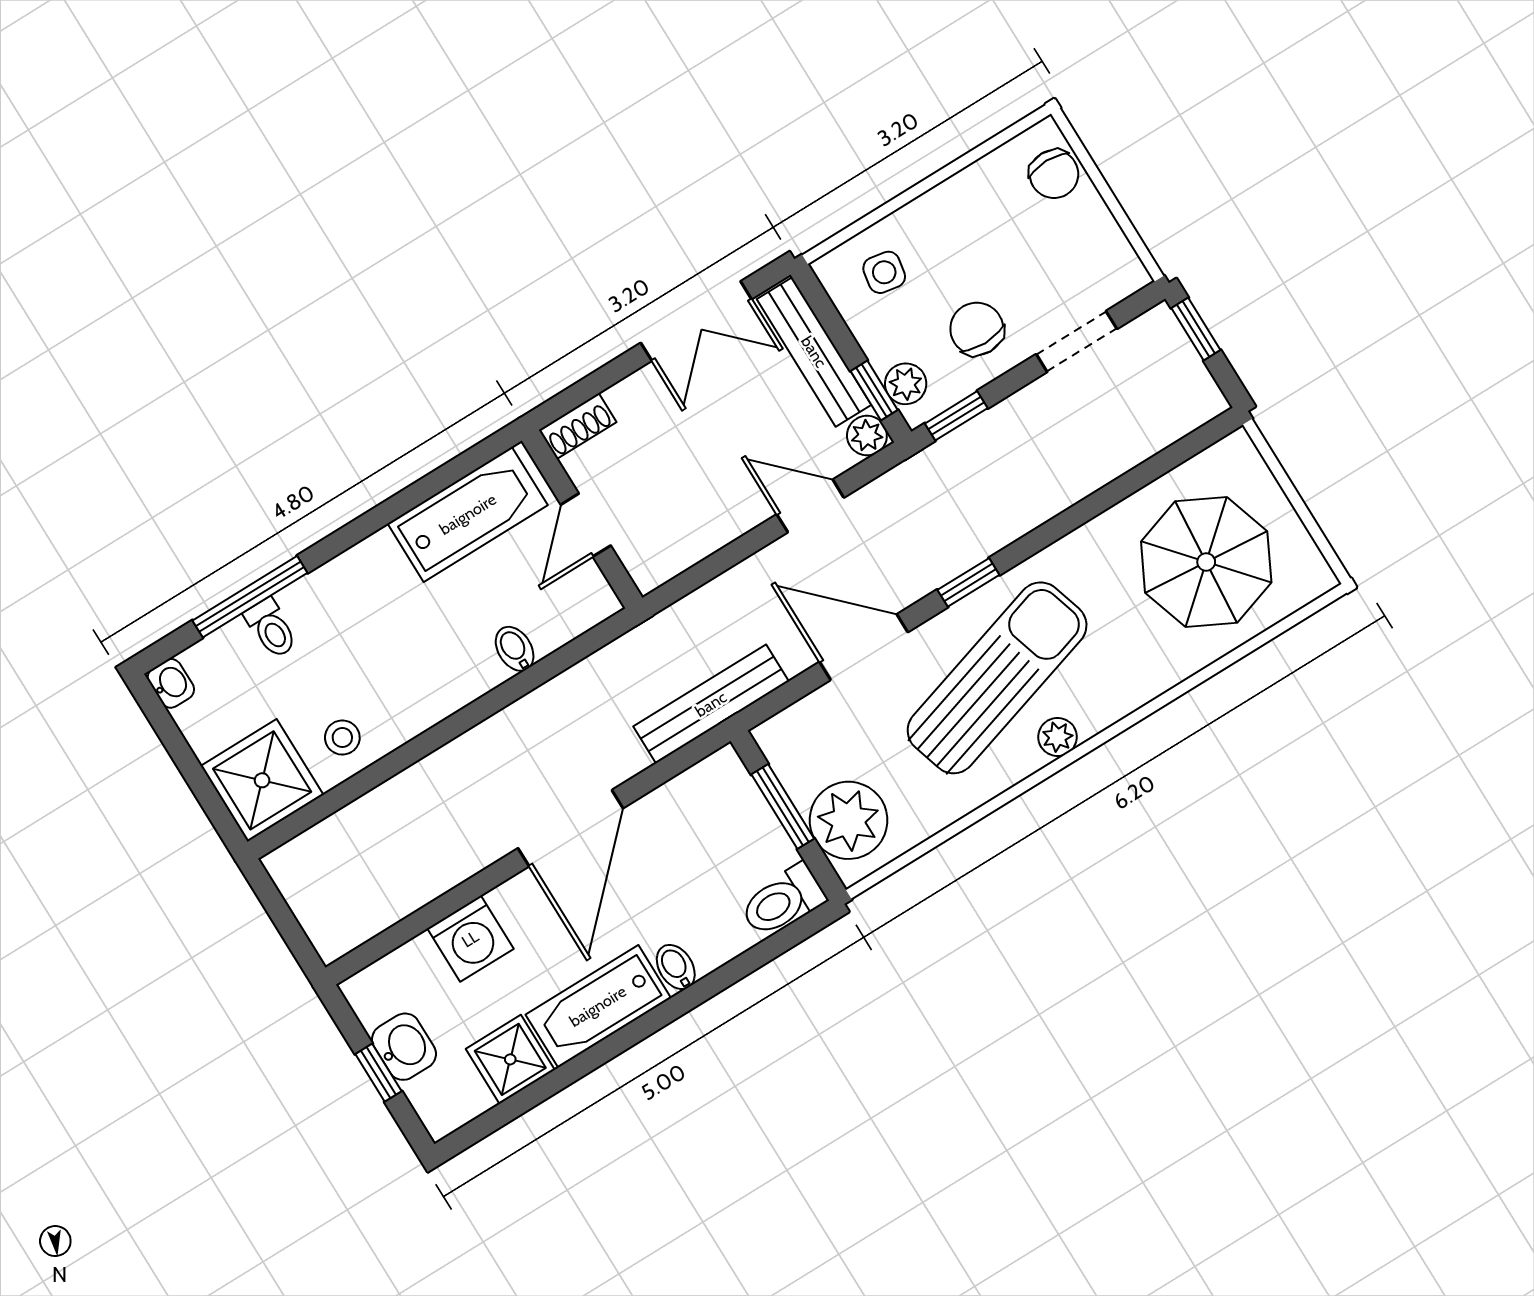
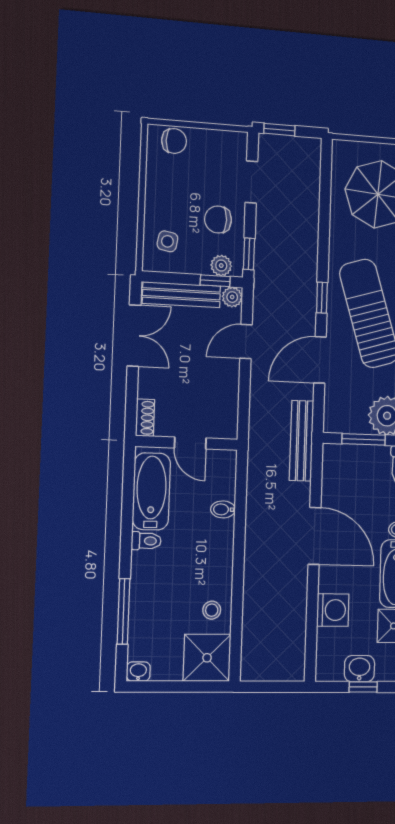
toilet: (271, 628) -> (146, 541), moved

